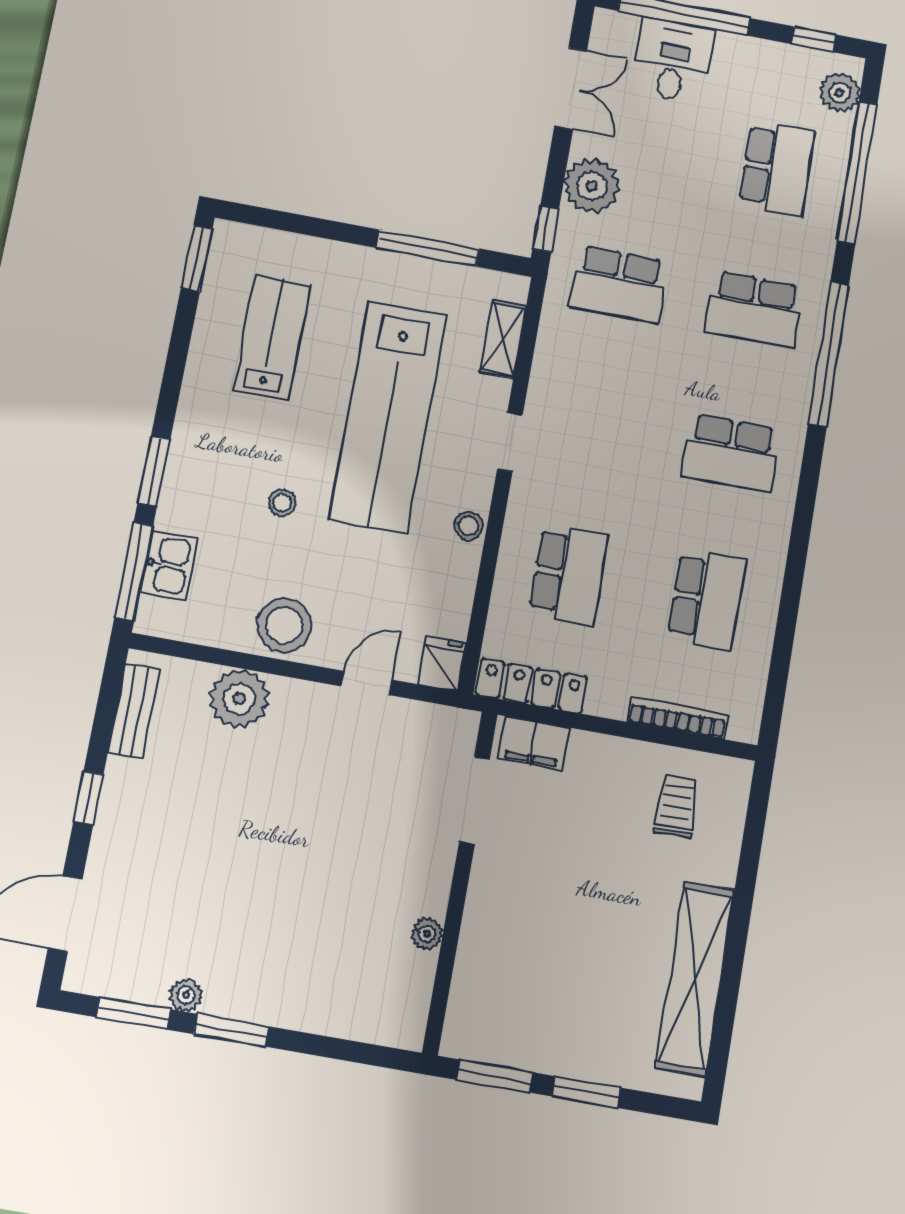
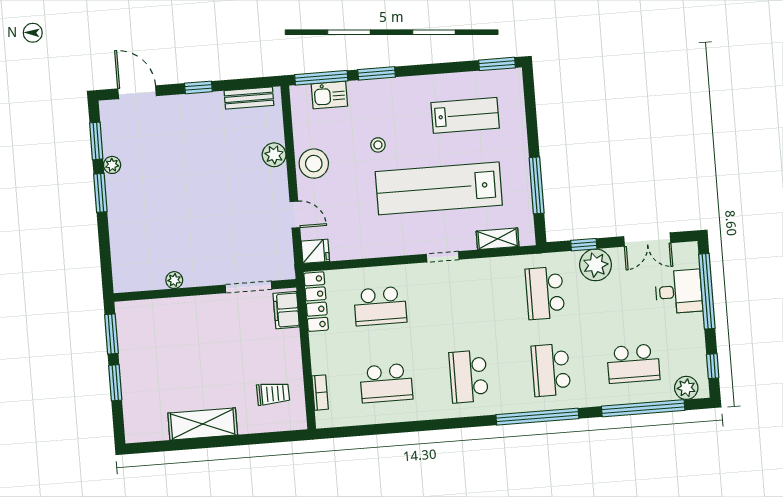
window: (546, 229) -> (584, 245), moved
stool: (469, 526) -> (392, 246), removed
plant: (239, 699) -> (274, 155), width x0.73, depth x0.73
bookcase: (678, 718) -> (320, 393), width x0.64
shelving: (695, 979) -> (203, 424), width x0.68

